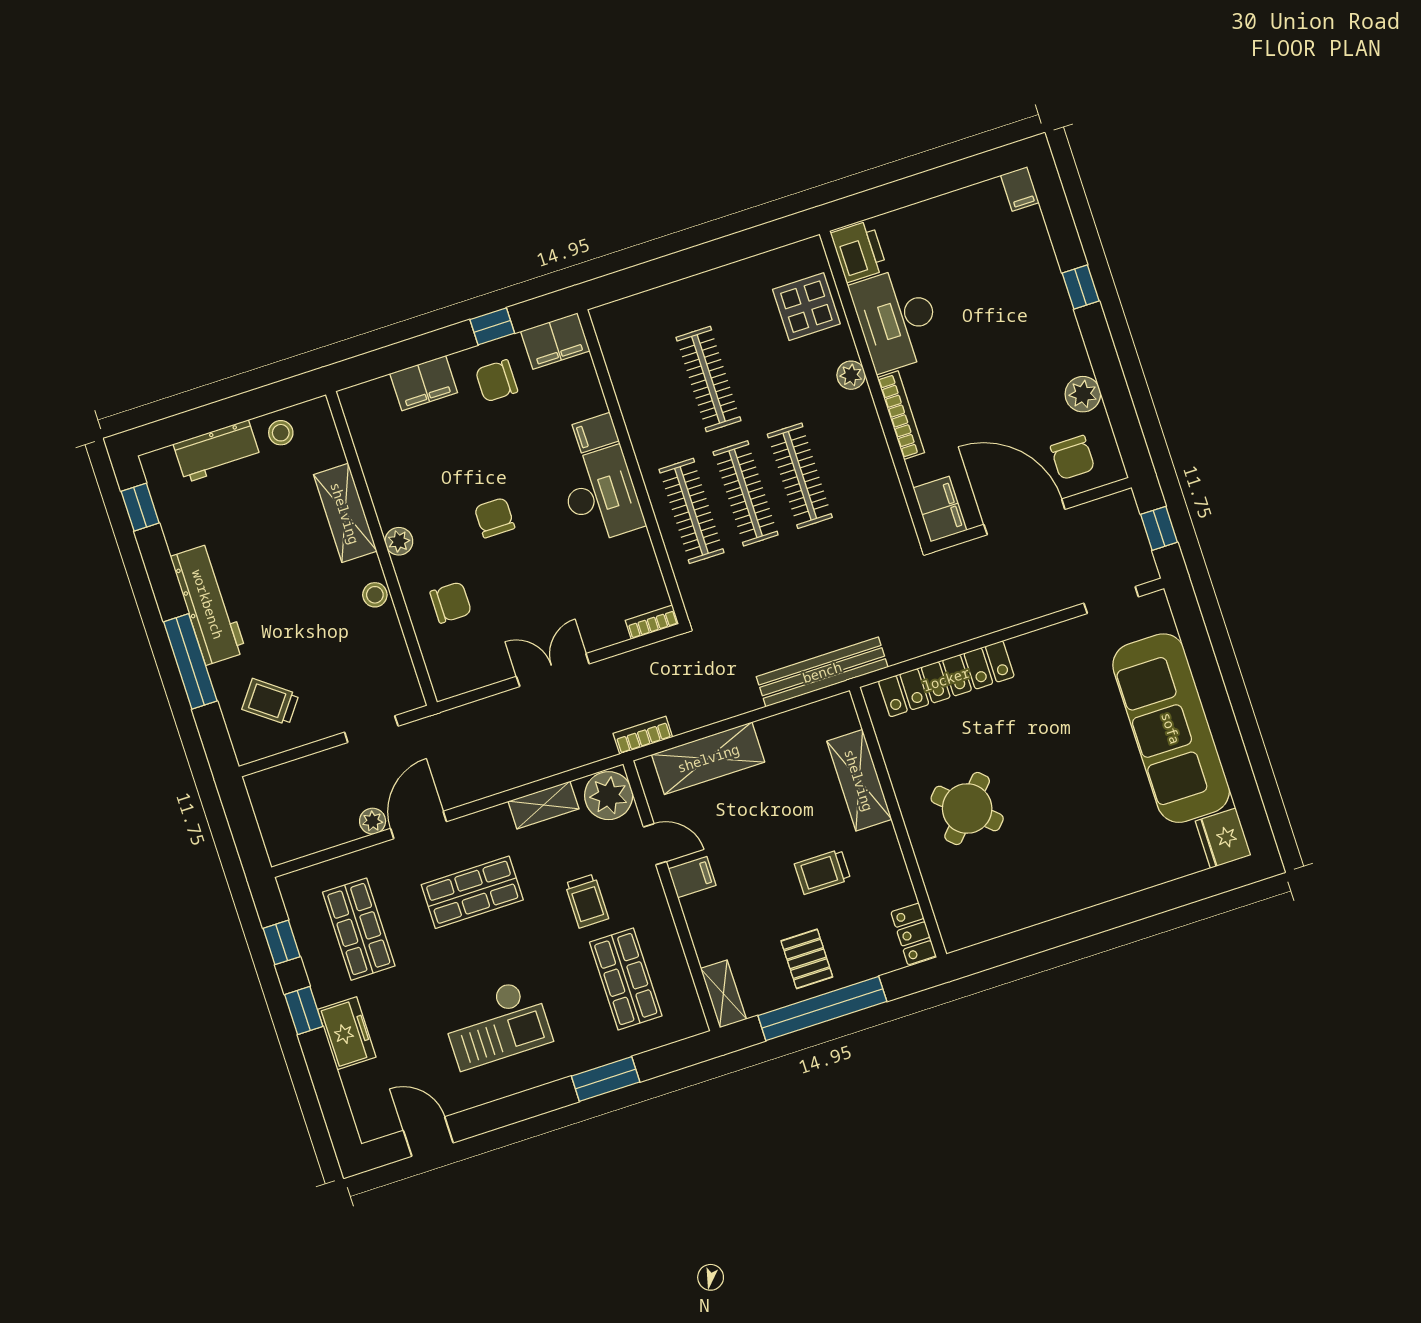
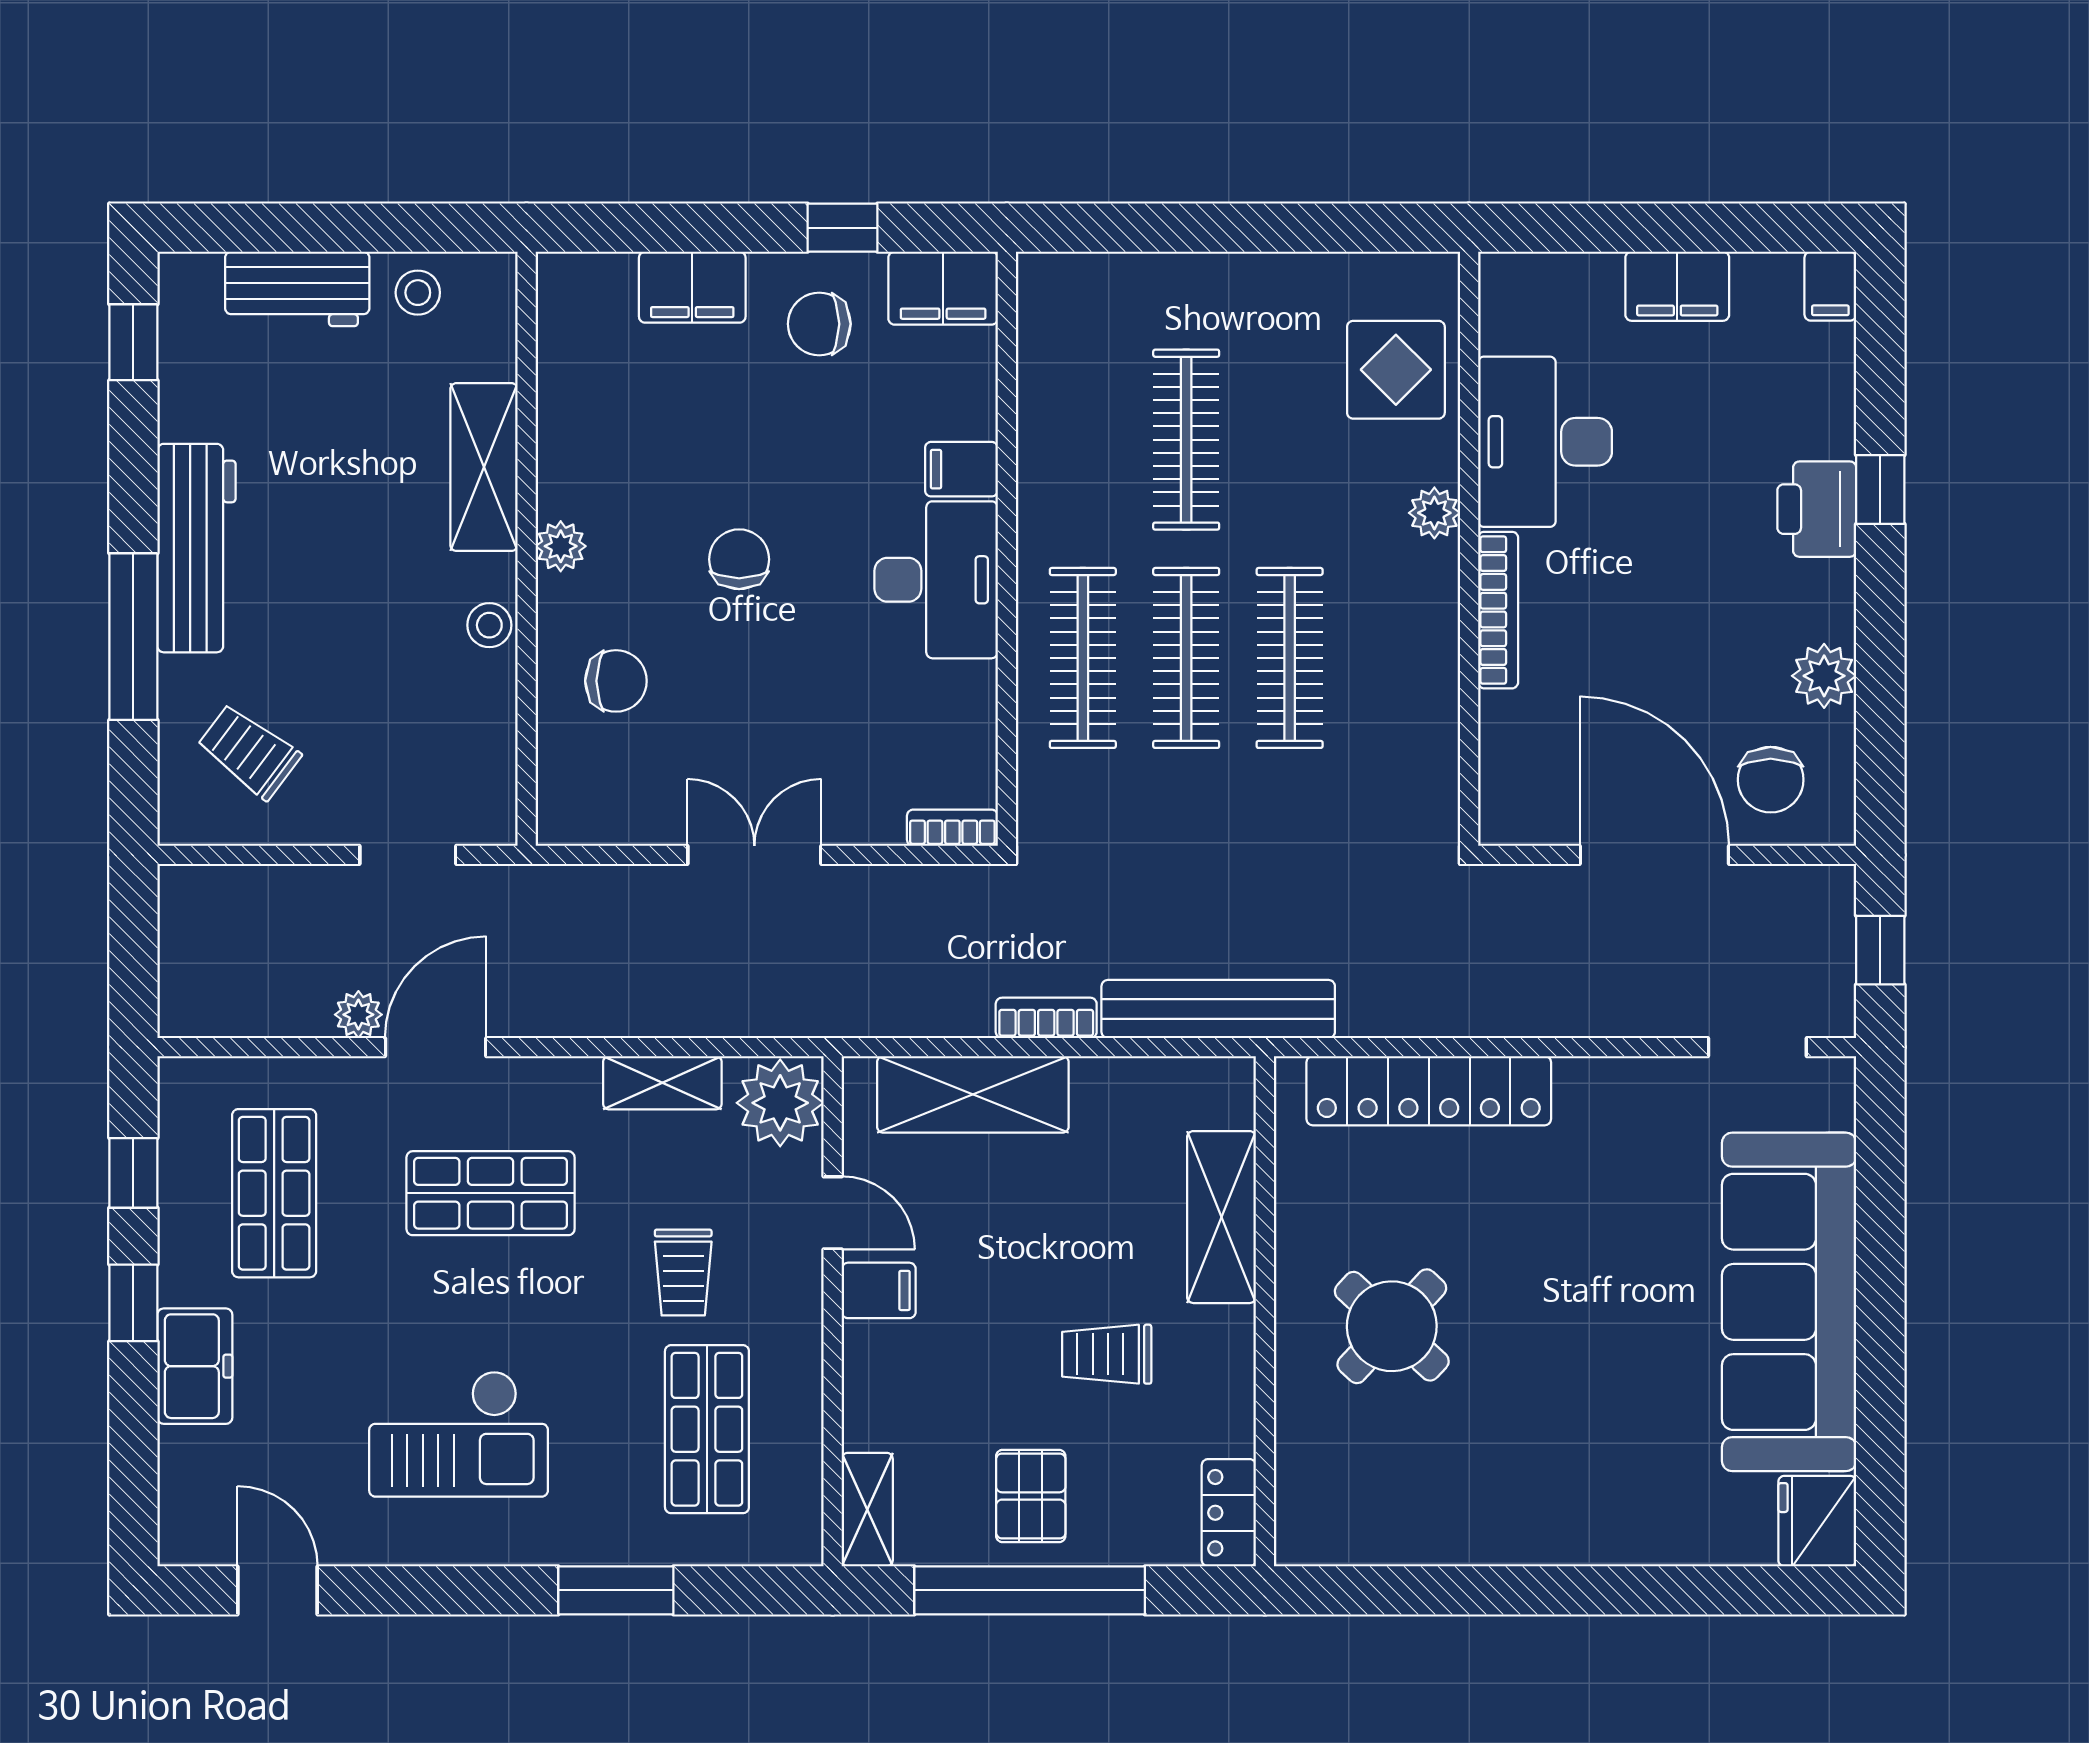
printer: (859, 251) -> (1817, 509), moved, turned 180
filing cabinet: (940, 509) -> (1677, 286), moved, turned 90
bookcase: (643, 735) -> (1046, 1018), moved

